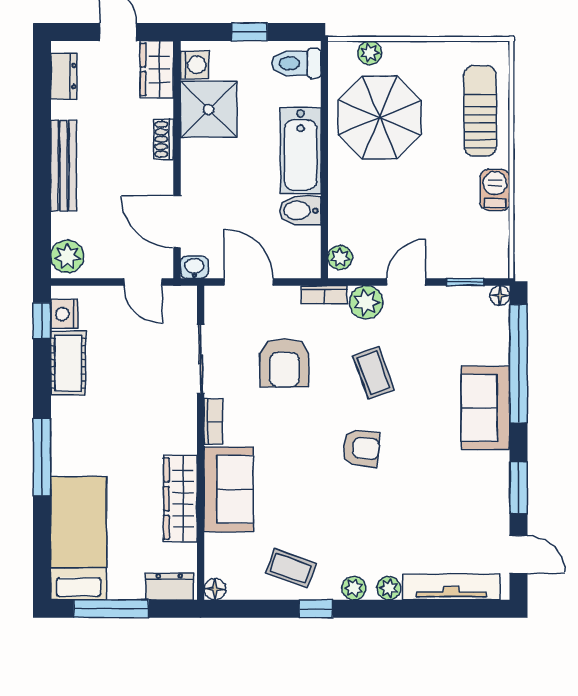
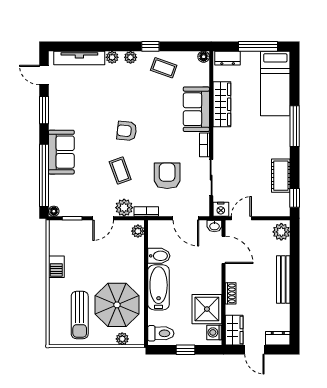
dresser: (64, 76) -> (278, 338), moved, turned 90
sun lounger: (480, 111) -> (80, 315), moved
door: (143, 282) -> (241, 218), hinge flipped
nightstand: (64, 314) -> (221, 209), moved, turned 90

